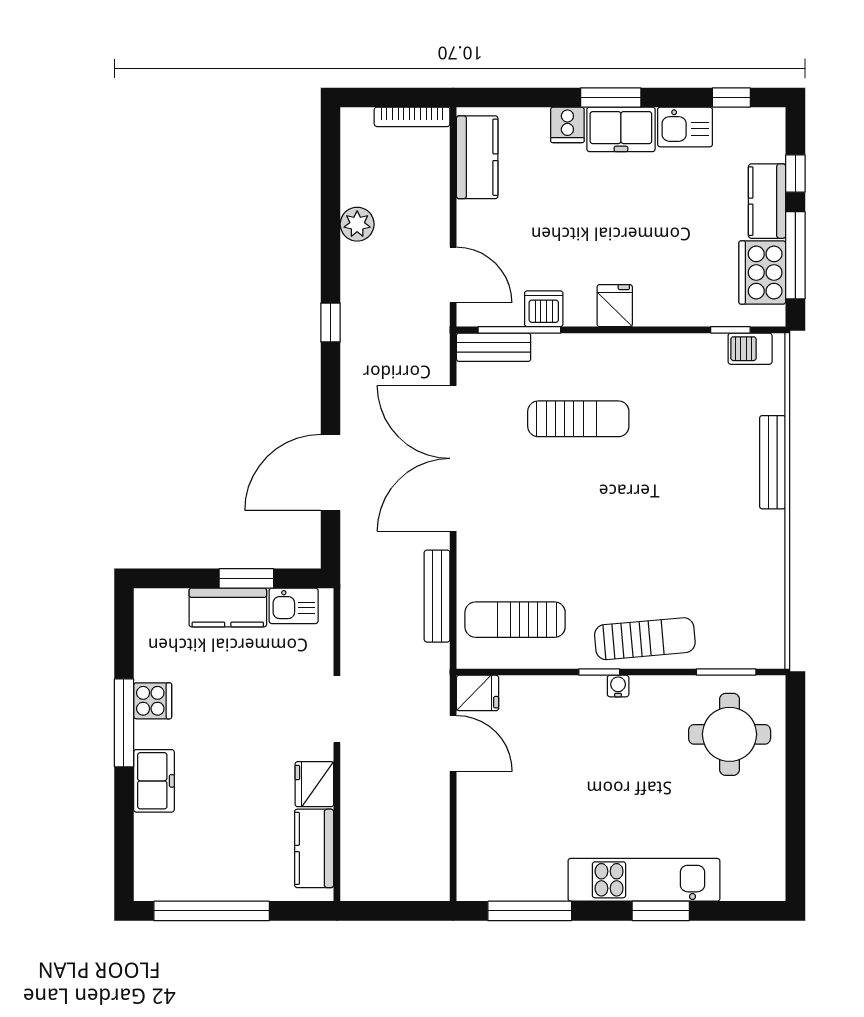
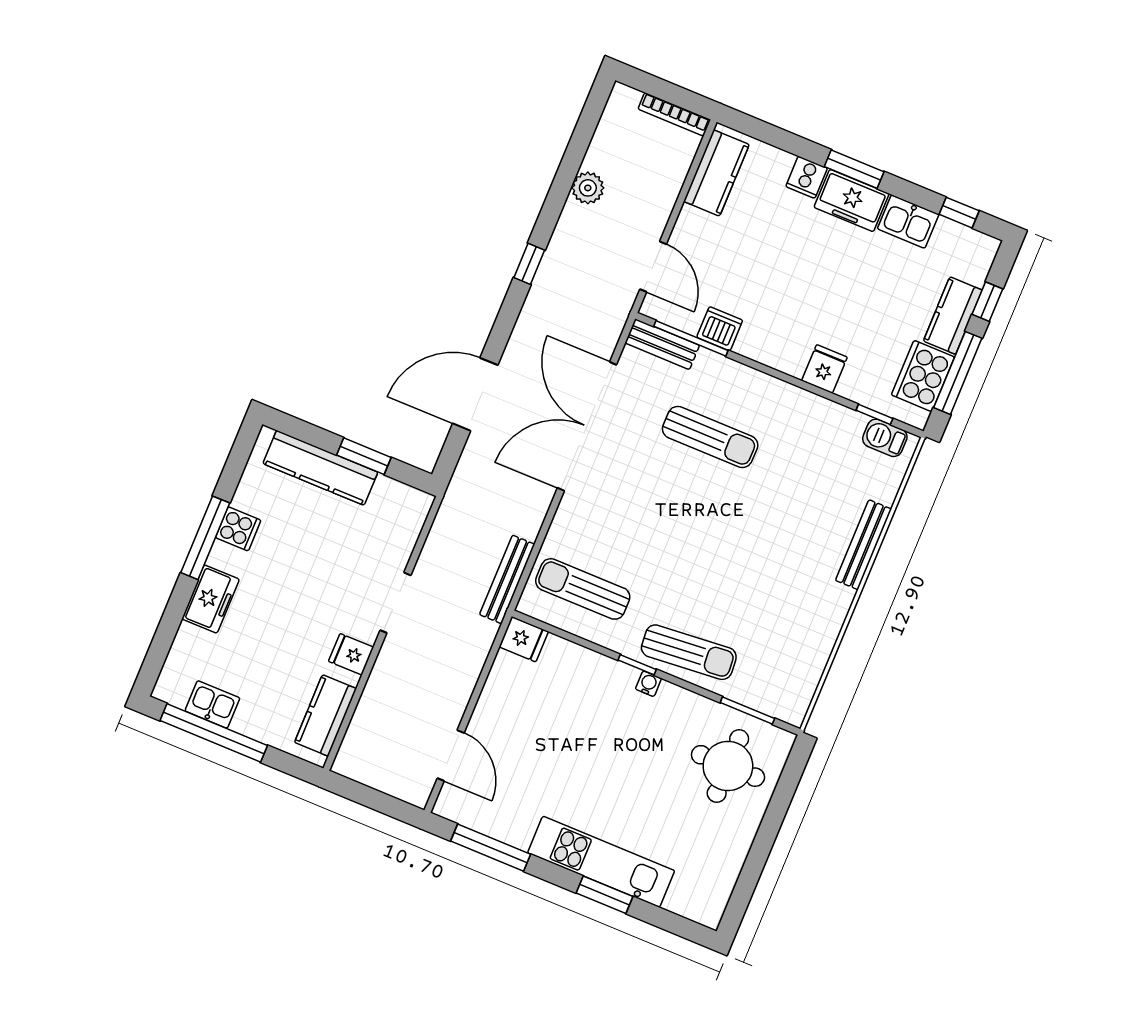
fridge: (615, 306) -> (824, 369), moved
bench: (437, 596) -> (507, 579), moved
kitchen sink: (294, 606) -> (212, 704), moved, turned 180
kitchen counter: (228, 607) -> (320, 468), width x1.50
door: (453, 743) -> (451, 755), moved
fridge: (314, 784) -> (351, 654), width x0.72

